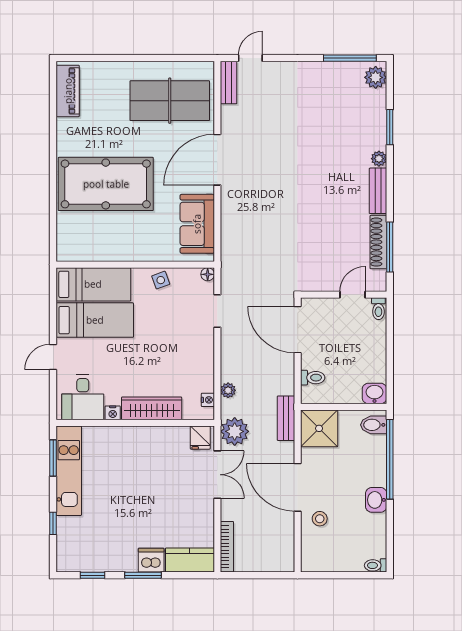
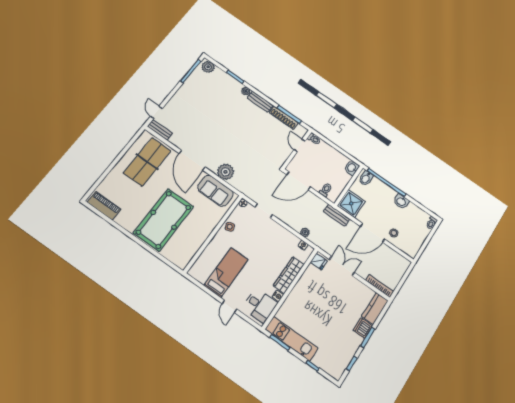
bed: (93, 284) -> (208, 261), removed
plant: (235, 431) -> (225, 172), moved

